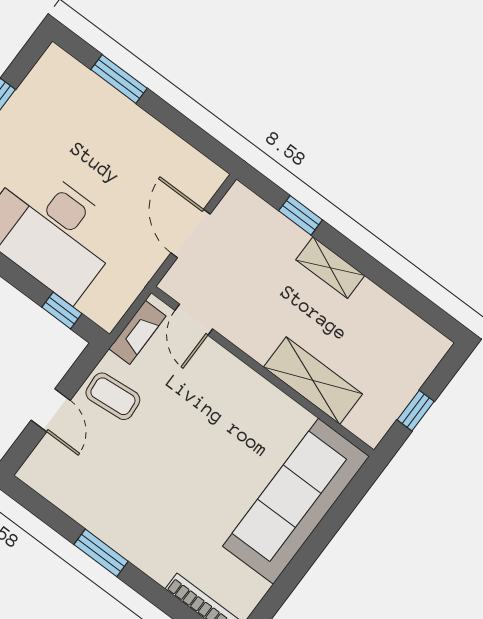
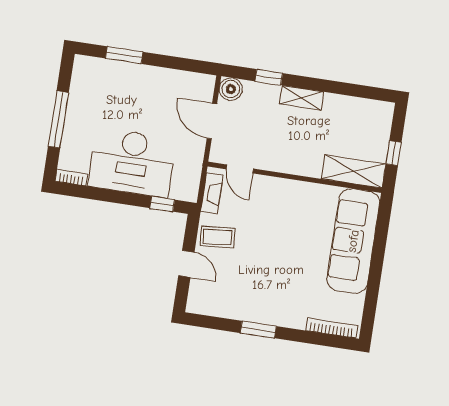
boiler: (240, 204) -> (231, 89), added
shelving: (313, 381) -> (354, 171), moved

